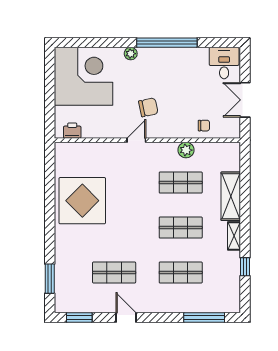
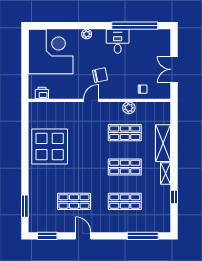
window: (167, 43) -> (135, 26), moved
desk: (224, 63) -> (118, 41), moved

